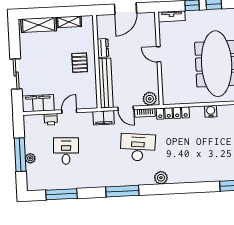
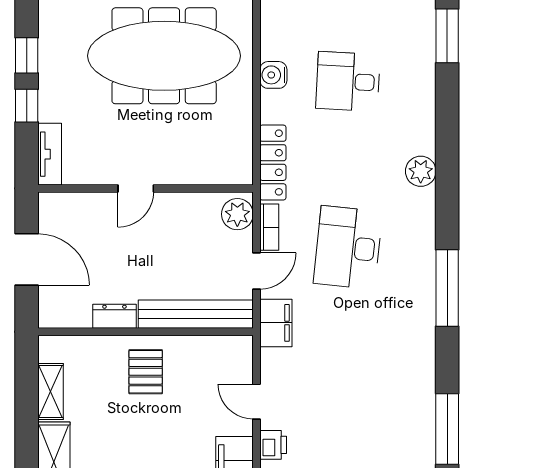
pallet: (80, 63) -> (146, 372), turned 90
desk: (66, 151) -> (348, 81), moved
plant: (161, 178) -> (421, 171), moved

